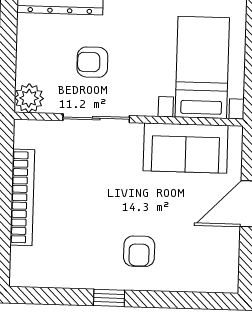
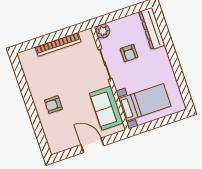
armchair: (92, 62) -> (129, 53), turned 180
window: (109, 298) -> (28, 99), removed

